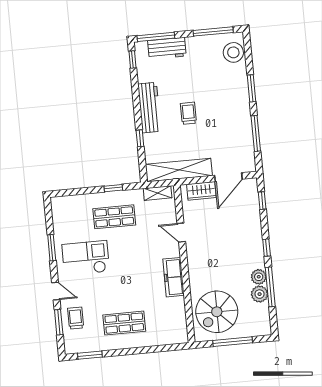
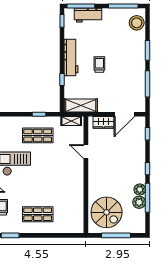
shelving: (179, 170) -> (81, 105), width x0.68
freezer: (174, 277) -> (77, 184), removed
spiral stairs: (217, 312) -> (107, 212), turned -90

